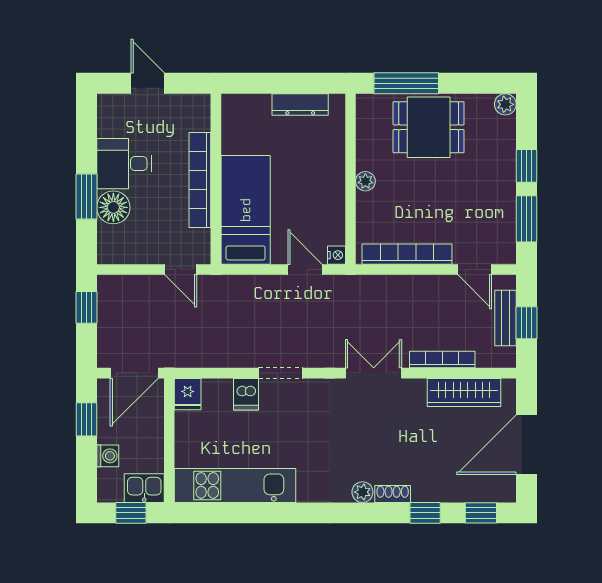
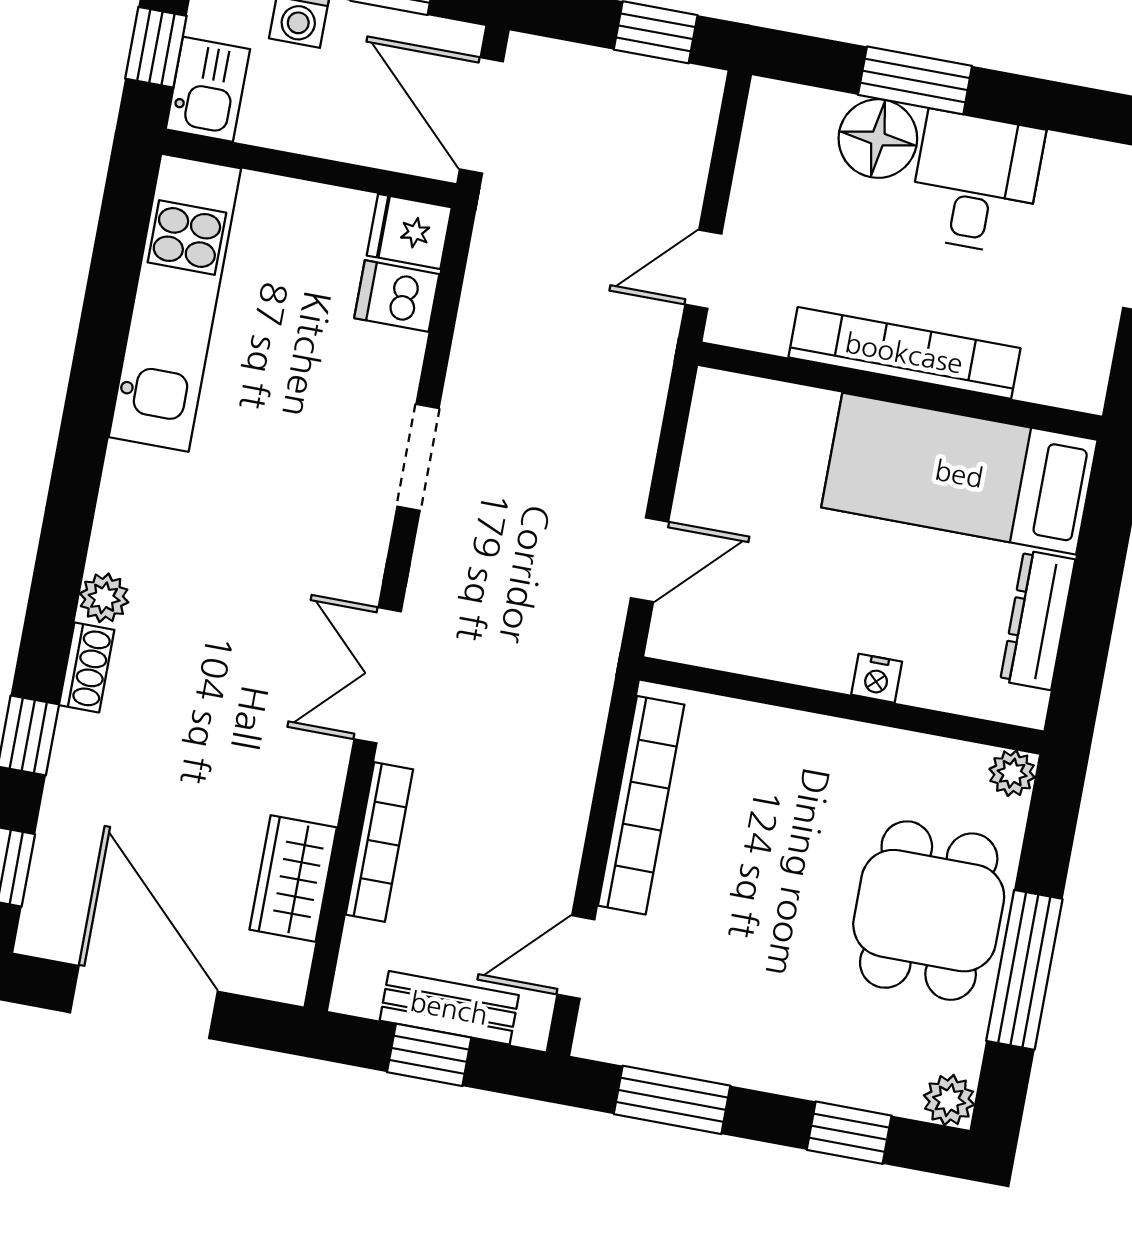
window: (406, 83) -> (1024, 970), moved
window: (526, 166) -> (849, 1133), moved
plant: (365, 181) -> (1012, 773), moved
bed: (246, 210) -> (959, 474), moved, turned 180
nightstand: (337, 255) -> (877, 678), moved
double door: (374, 373) -> (378, 675), swing flipped
wardrobe: (464, 392) -> (293, 879), width x0.67
dishwasher: (246, 394) -> (397, 296), moved

